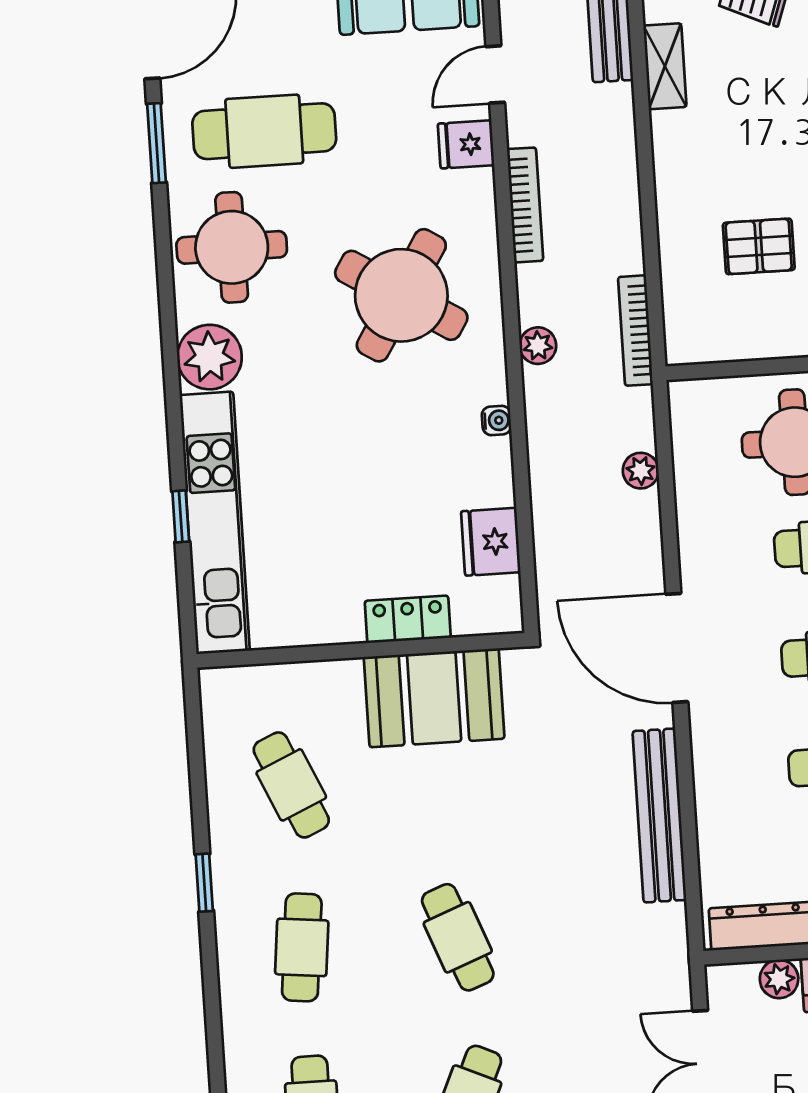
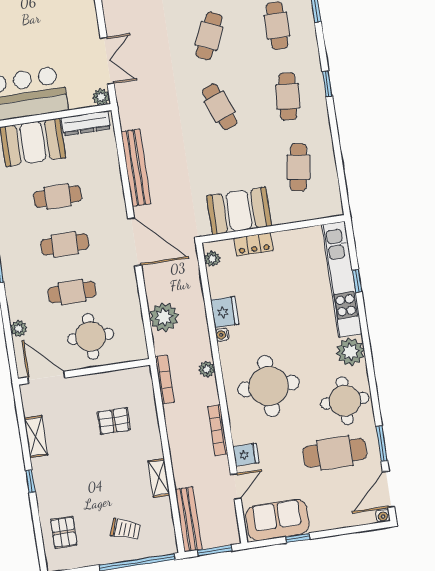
shelving: (665, 66) -> (159, 478), moved
round table: (401, 295) -> (269, 386), turned -32
plant: (641, 471) -> (164, 317), width x1.88, depth x1.88
fridge: (491, 542) -> (225, 312), moved
plant: (504, 595) -> (212, 259), added
cafe table: (291, 785) -> (298, 167), turned 33
window: (204, 883) -> (327, 84), moved
plant: (779, 979) -> (101, 97), moved

